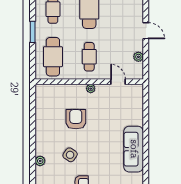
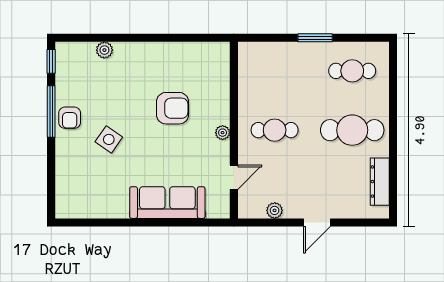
cafe table: (53, 57) -> (275, 71), removed
sofa: (134, 149) -> (167, 203), moved
side table: (70, 155) -> (109, 139), moved

